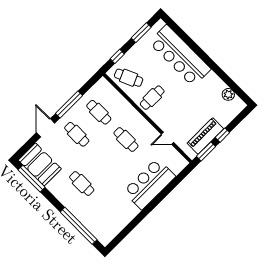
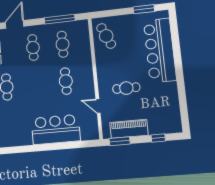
window: (117, 56) -> (111, 13), removed
plant: (228, 94) -> (174, 111), removed
cafe table: (152, 98) -> (126, 88), moved
window: (69, 104) -> (60, 19), moved
window: (222, 135) -> (158, 138), moved

